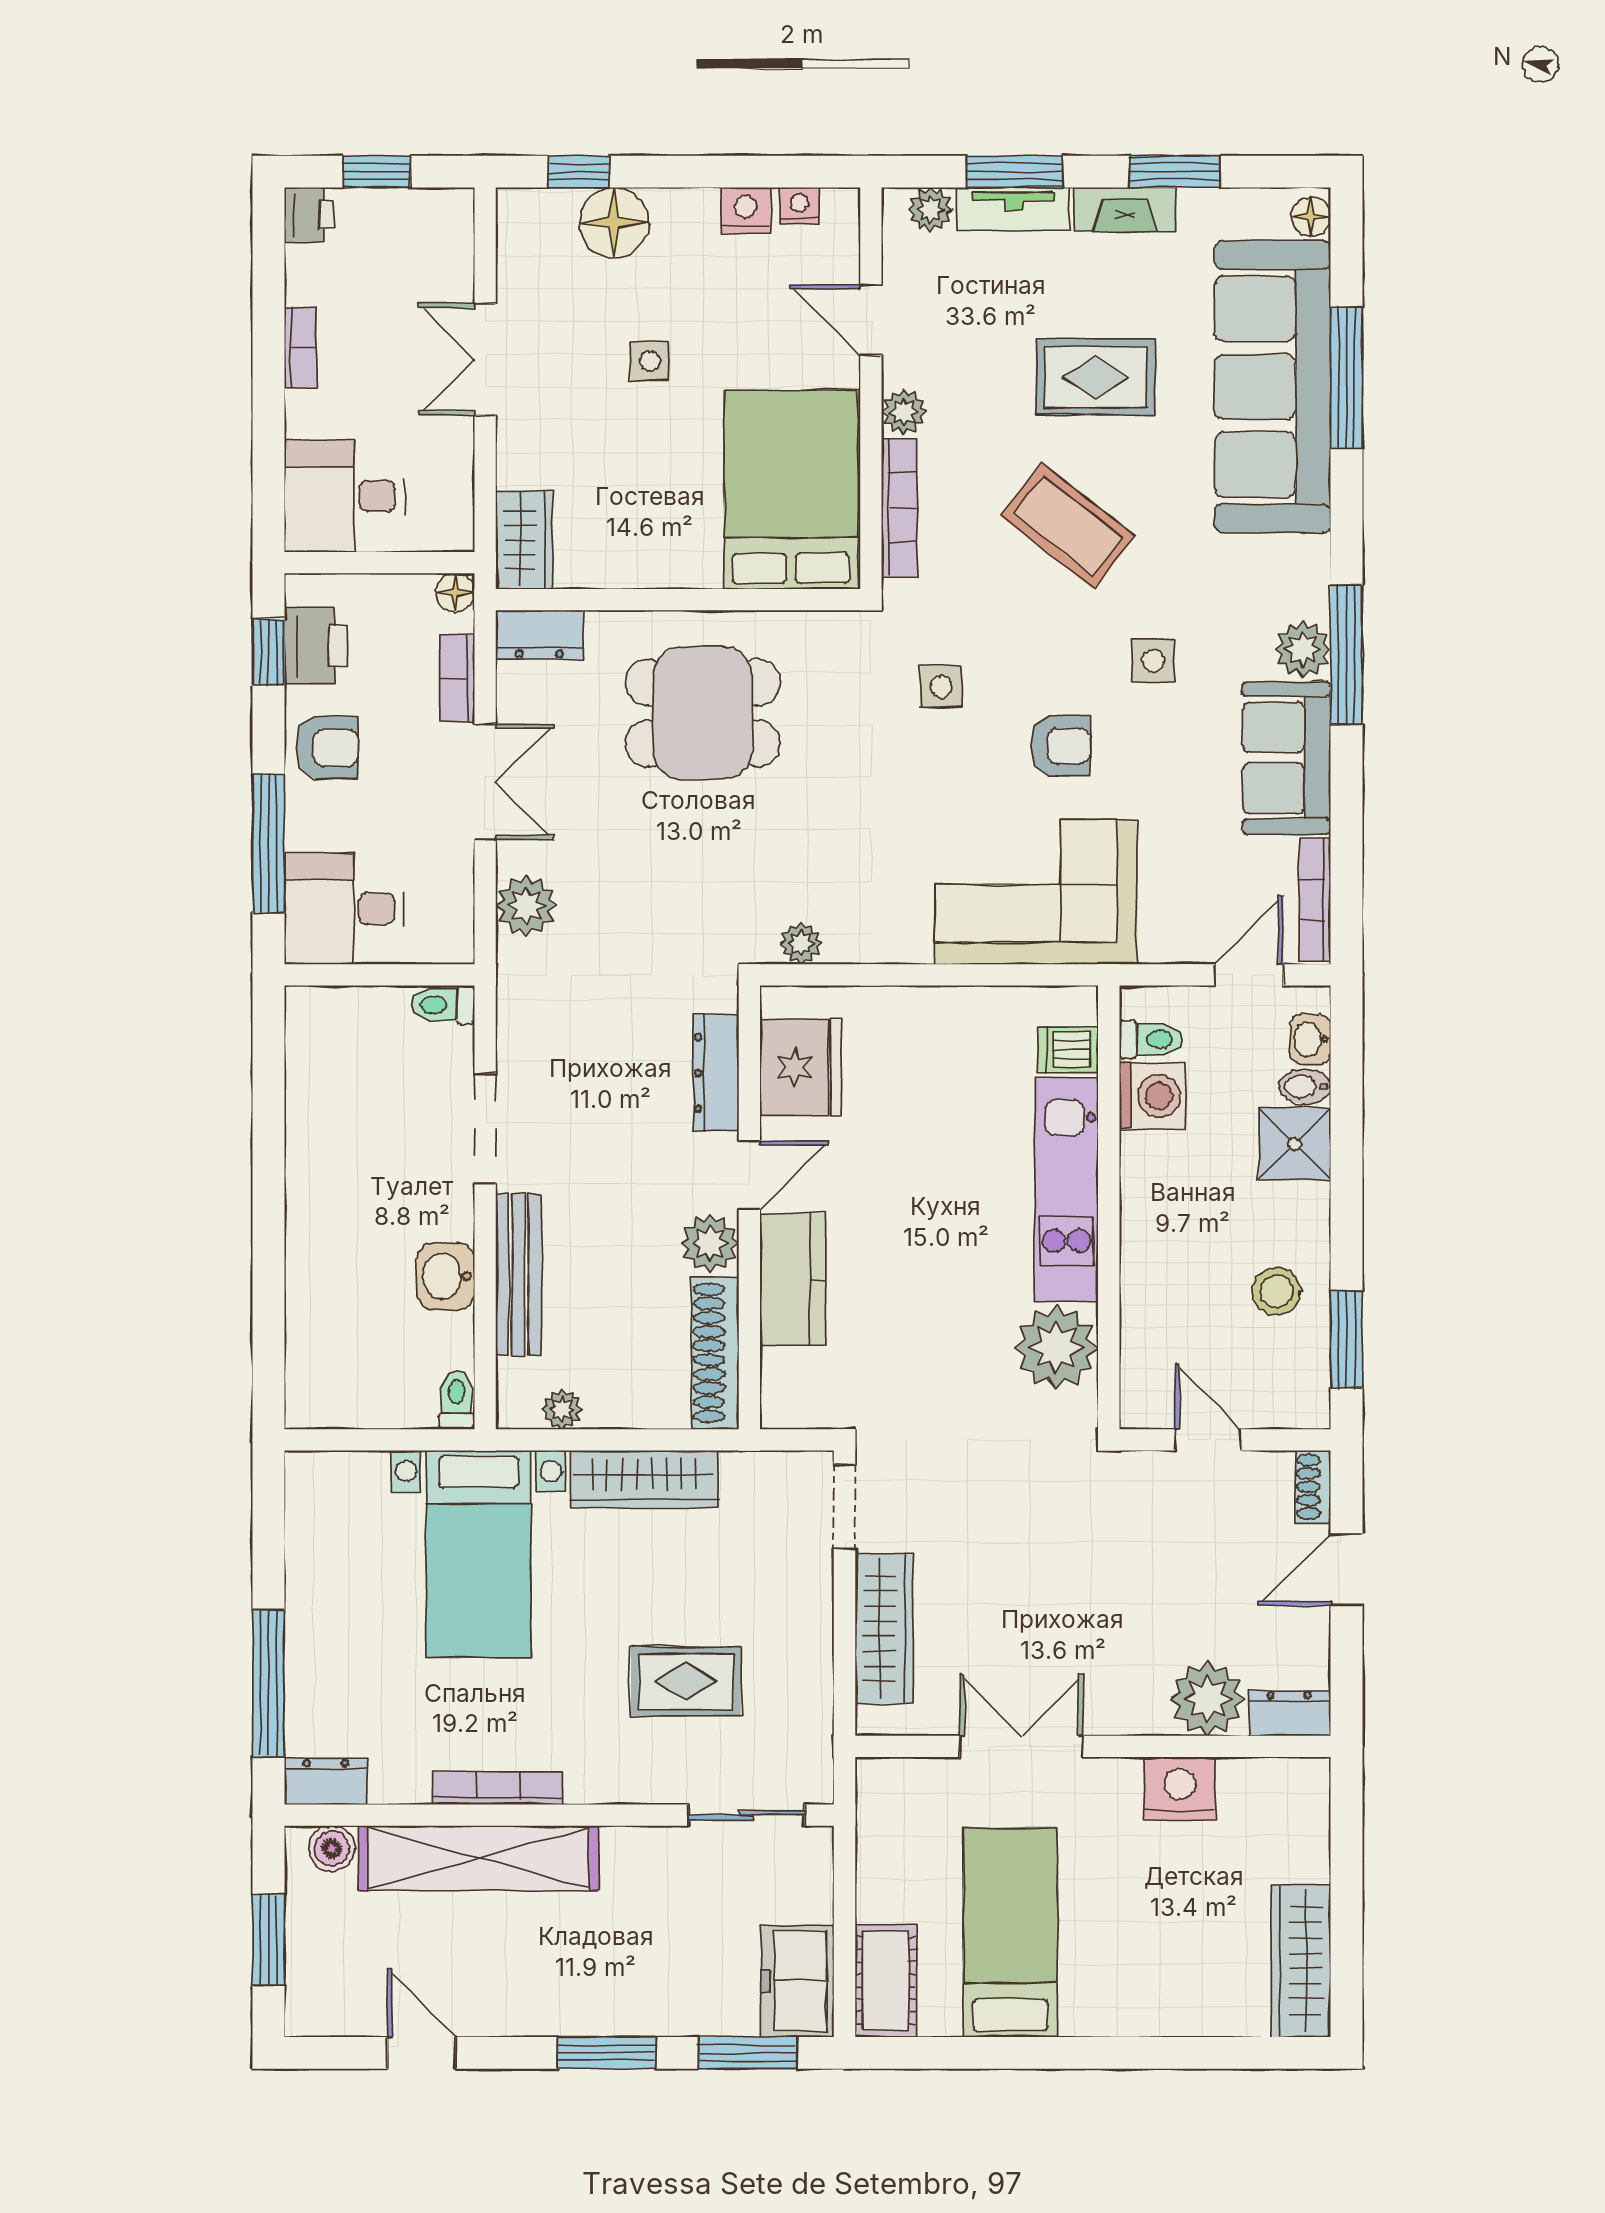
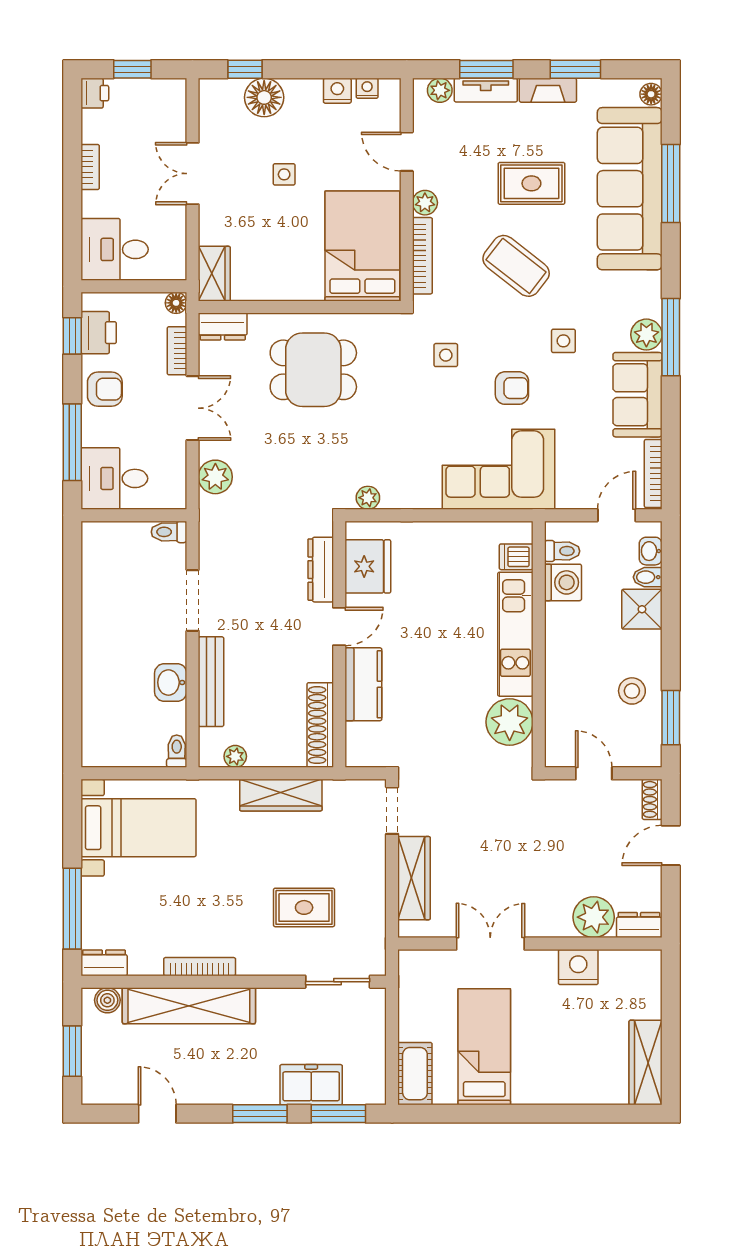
plant: (710, 1243) -> (317, 664), removed
bed with nightstands: (479, 1554) -> (138, 828), moved, turned -90
freezer: (797, 1981) -> (311, 1085), moved, turned 90

